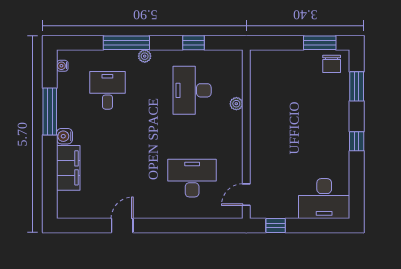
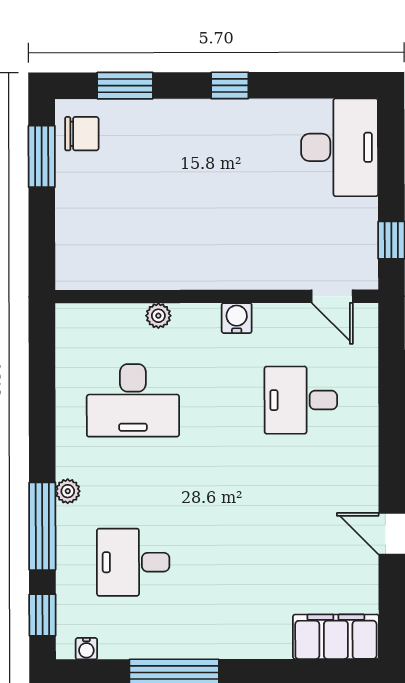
window: (194, 43) -> (42, 615), moved
water cooler: (65, 136) -> (237, 318), moved, turned 180
filing cabinet: (68, 168) -> (336, 637), moved
desk: (192, 178) -> (301, 400), width x0.73

